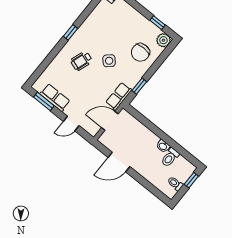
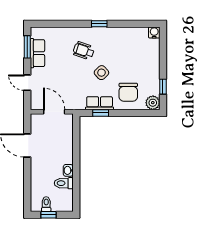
chair: (140, 52) -> (128, 92), turned -90
row of seats: (119, 96) -> (100, 103), moved
window: (191, 180) -> (49, 215), moved

